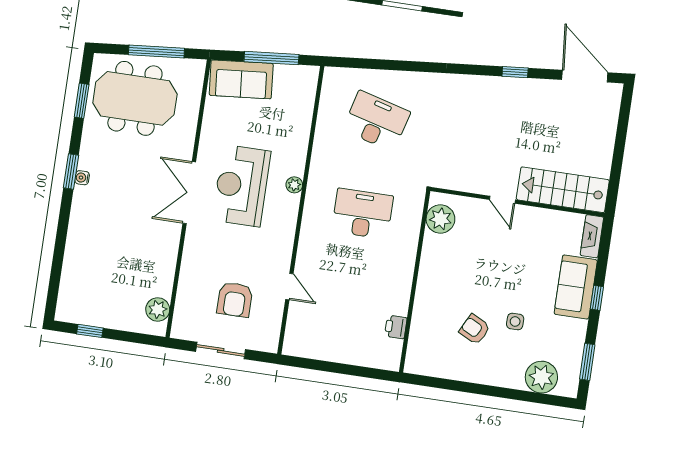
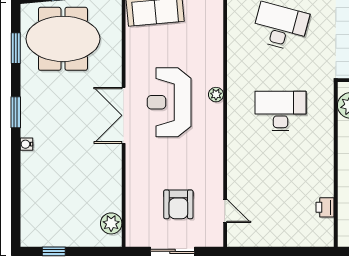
water cooler: (82, 178) -> (26, 144), moved
door: (289, 287) -> (225, 211), moved

